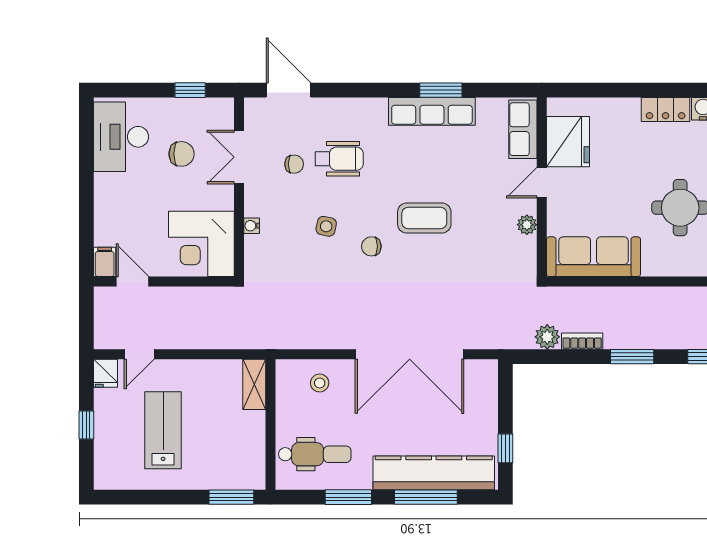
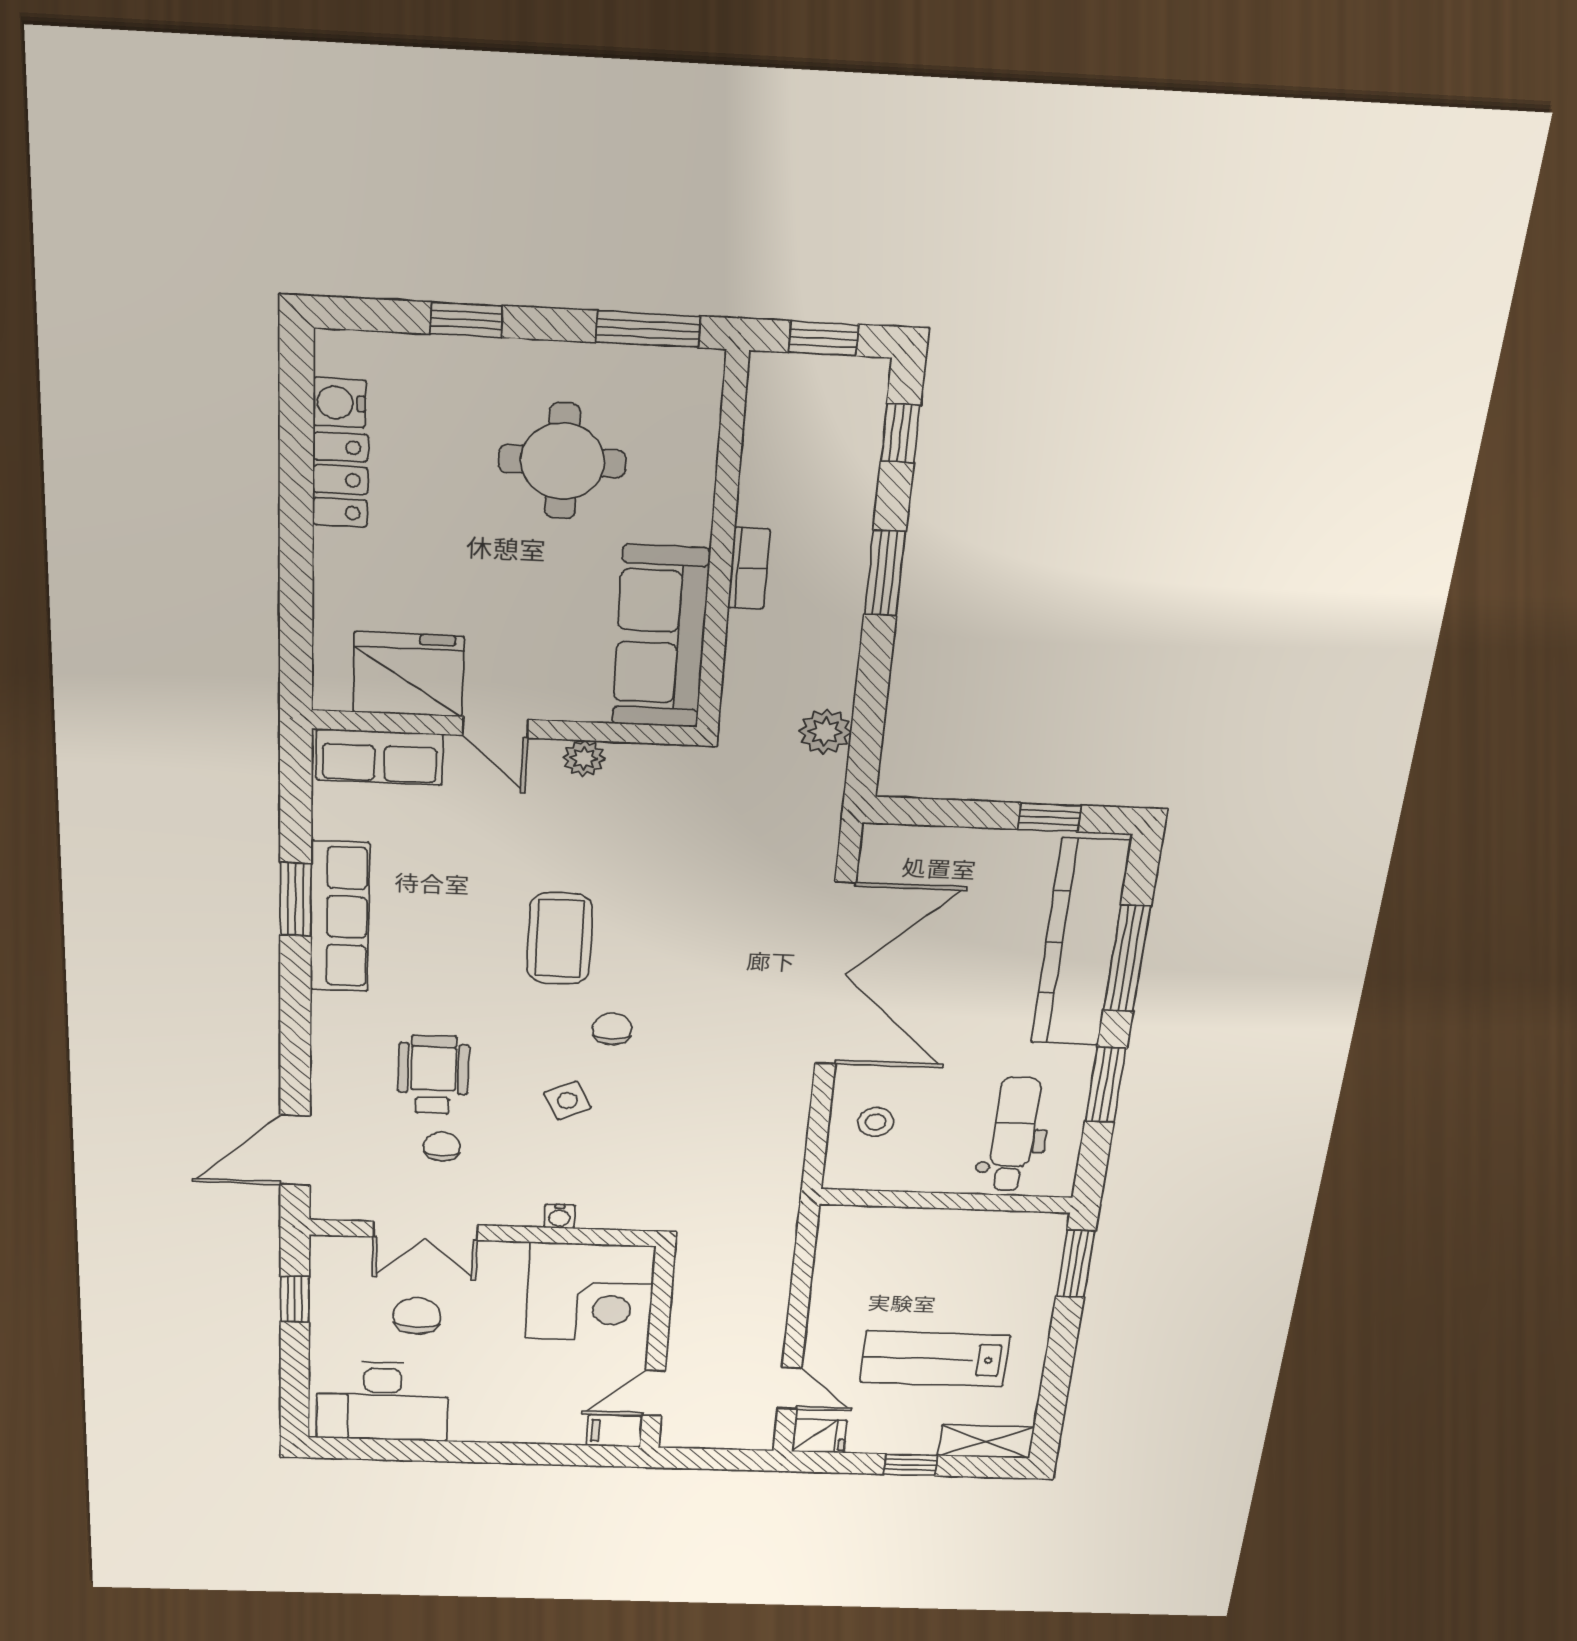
side table: (326, 226) -> (567, 1101), turned -38
chair: (371, 246) -> (612, 1029), turned 180
bookcase: (582, 341) -> (749, 568), moved, turned 180
shelving: (254, 384) -> (986, 1442), moved

